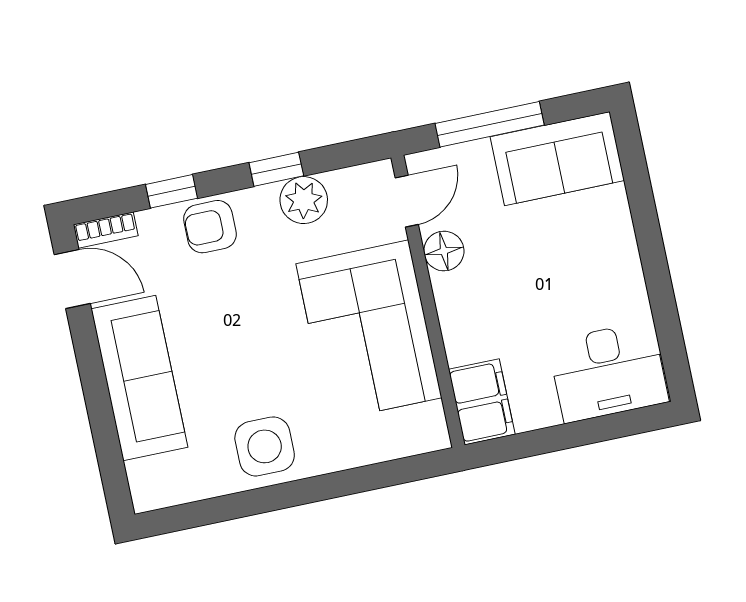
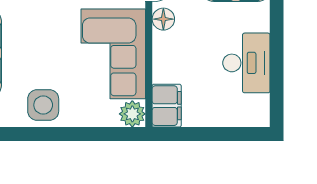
desk: (608, 372) -> (246, 63), moved, turned -90
plant: (424, 429) -> (132, 114), added

